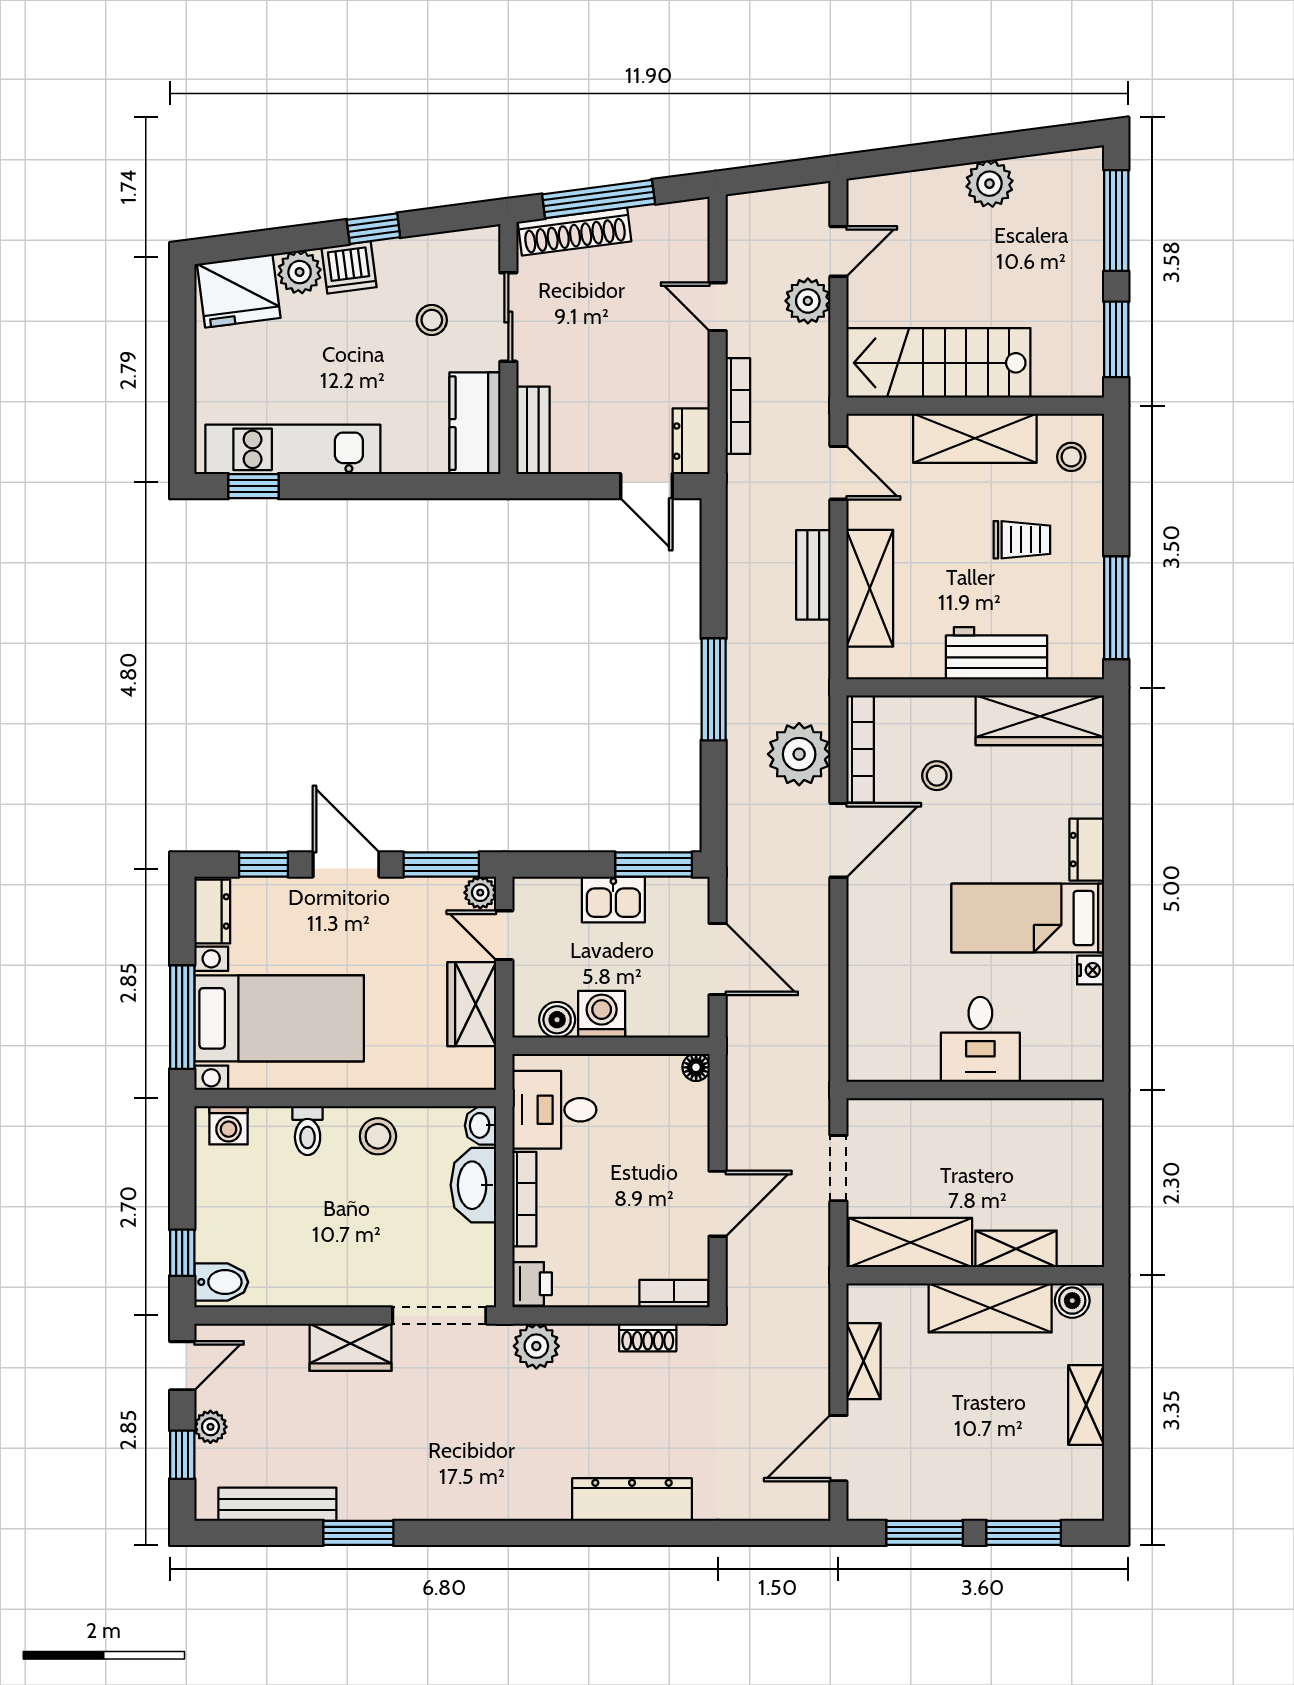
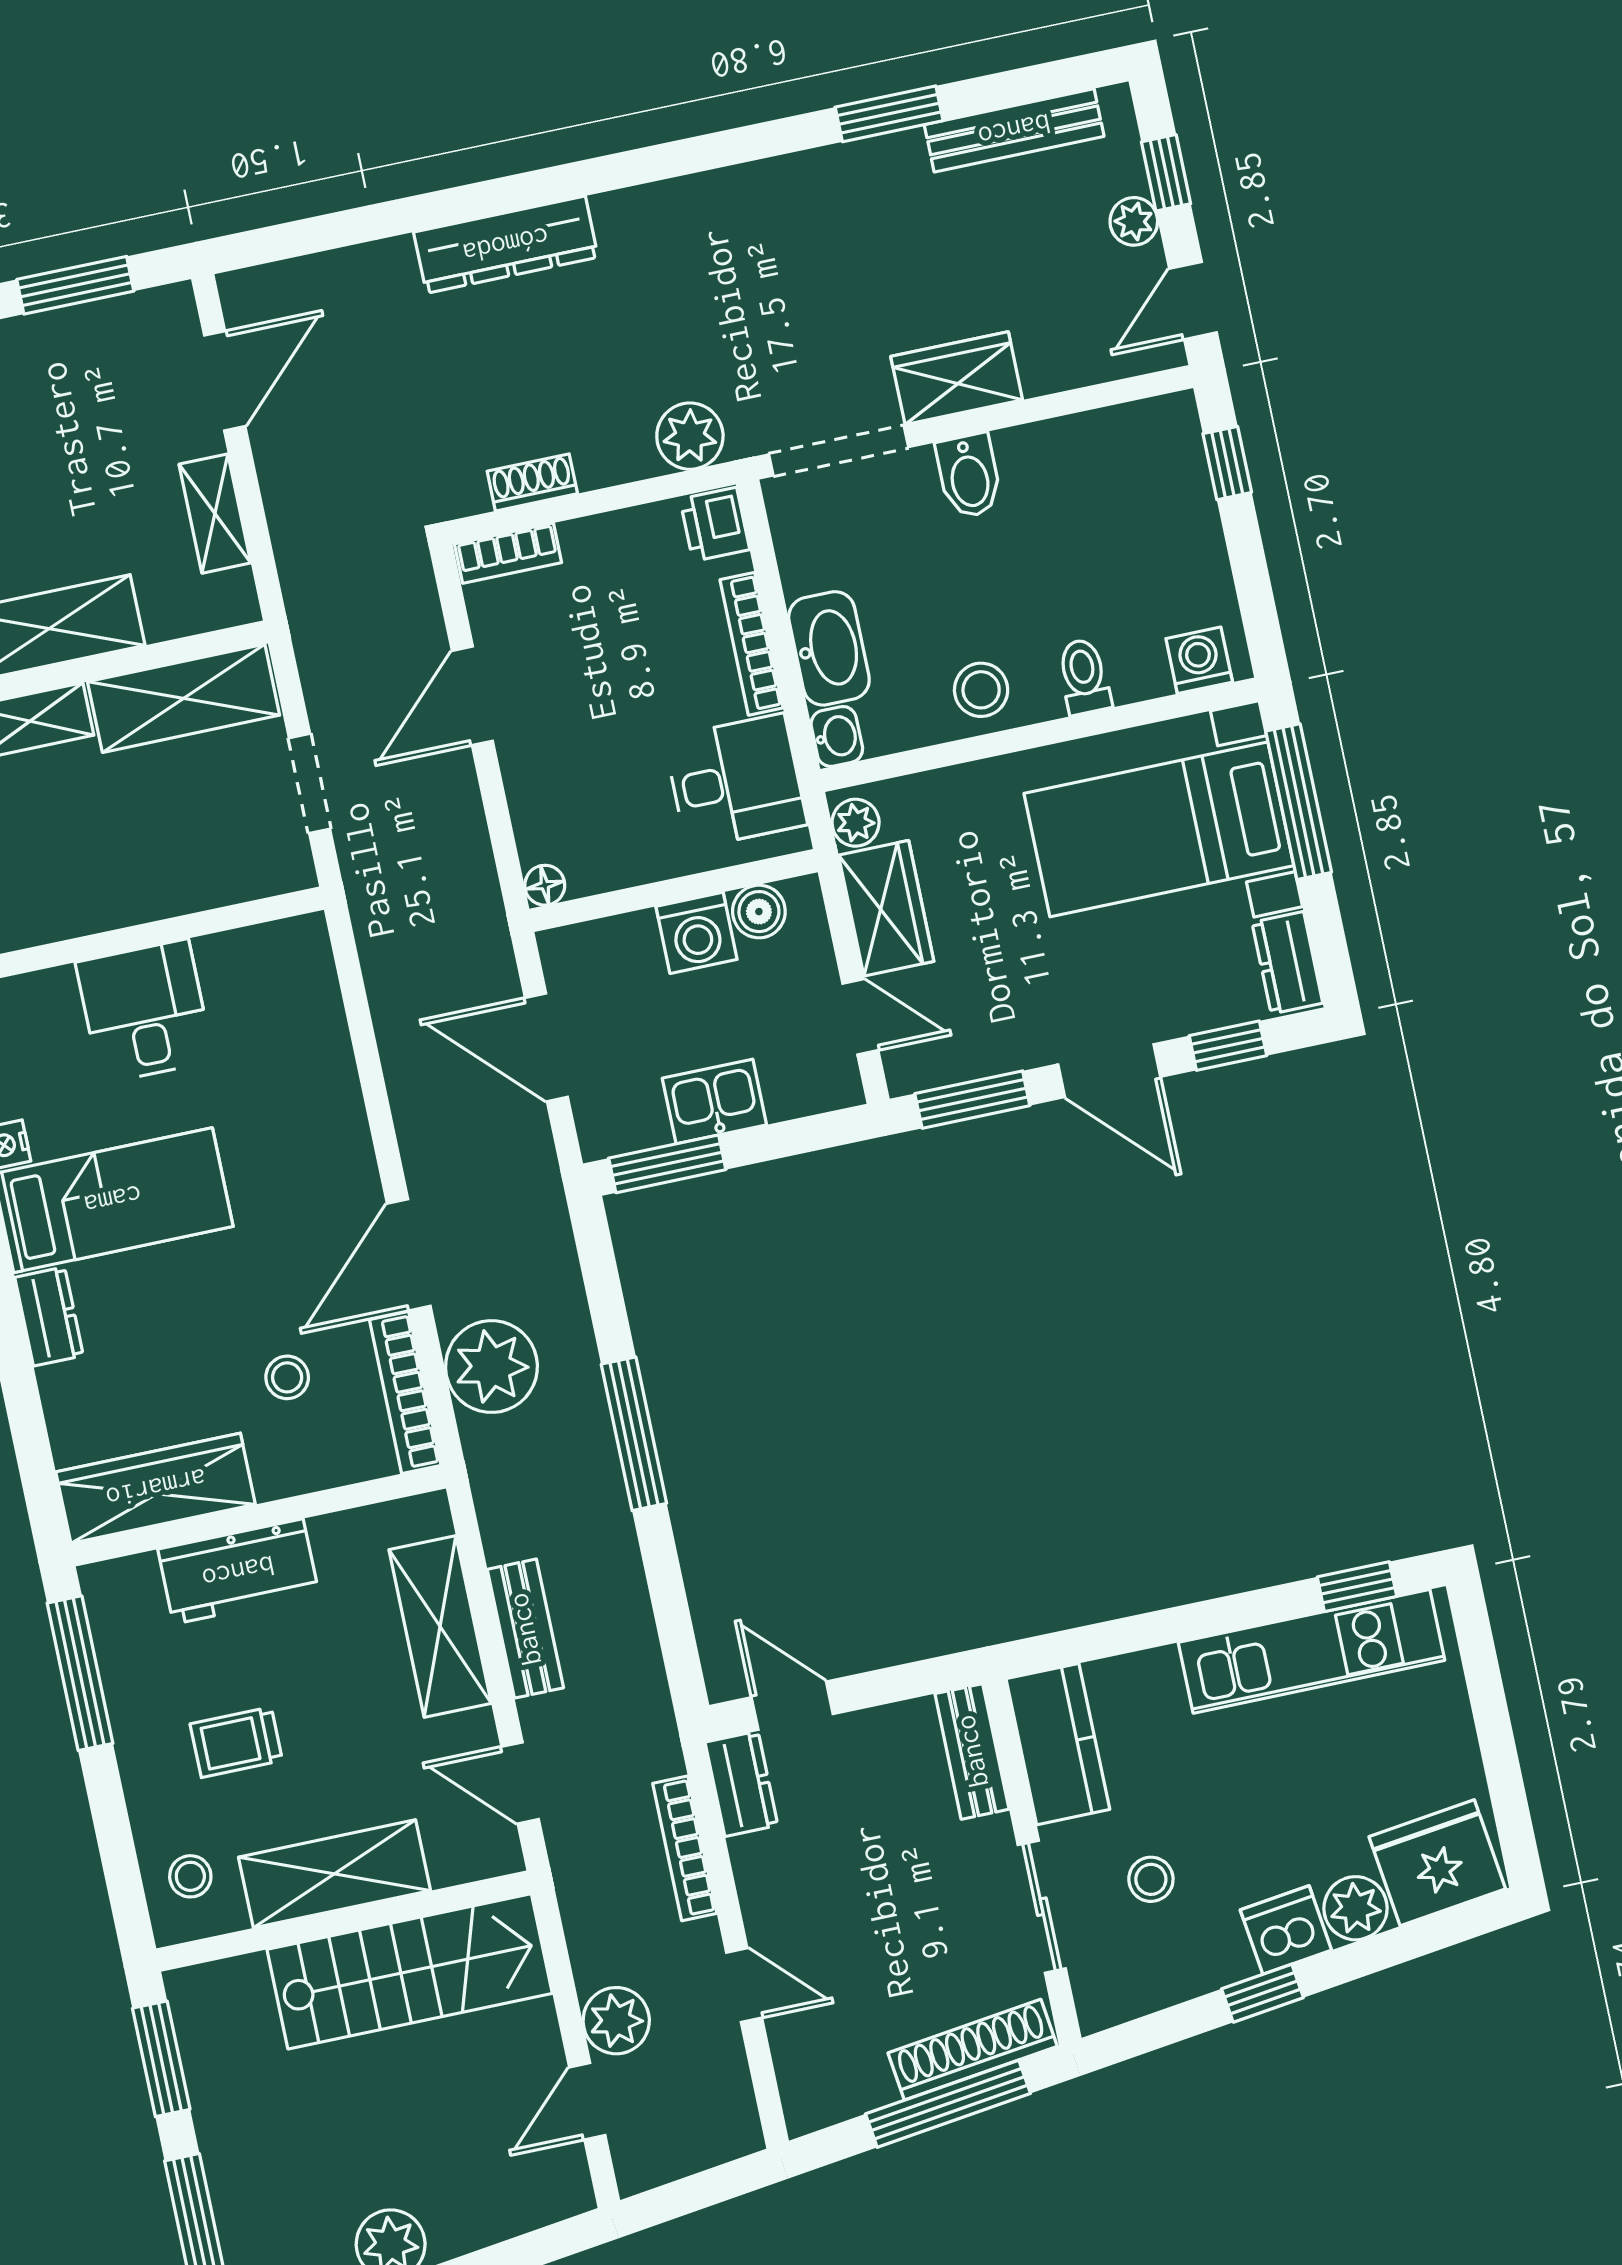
plant: (480, 893) -> (856, 823), moved
bidet: (221, 1282) -> (969, 476), moved, turned -90

